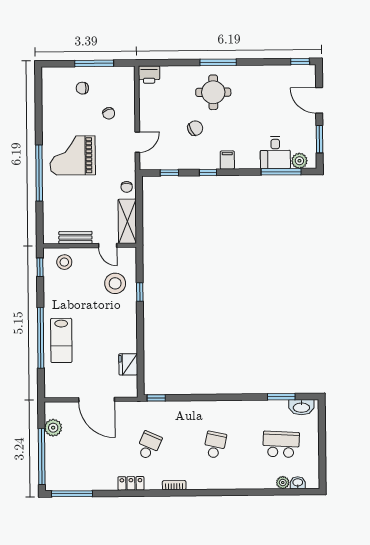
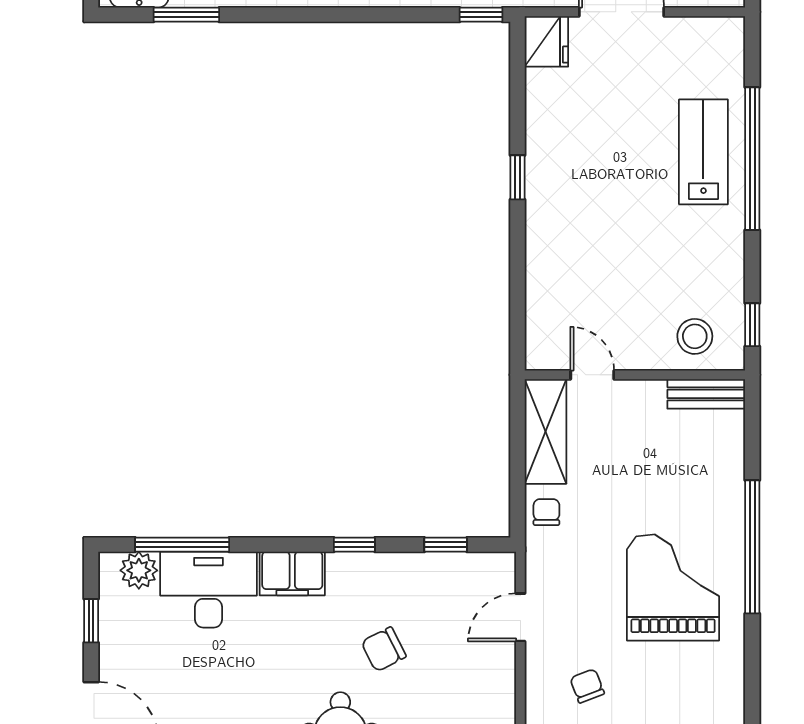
window: (319, 139) -> (91, 621), width x0.67
desk: (275, 153) -> (209, 590), width x1.37
grand piano: (73, 155) -> (673, 588), turned -90
filing cabinet: (227, 160) -> (292, 573), width x2.00
bench: (75, 238) -> (706, 394), moved
stool: (115, 283) -> (576, 285), removed
window: (140, 292) -> (518, 177), moved
fridge: (128, 364) -> (546, 41), moved

